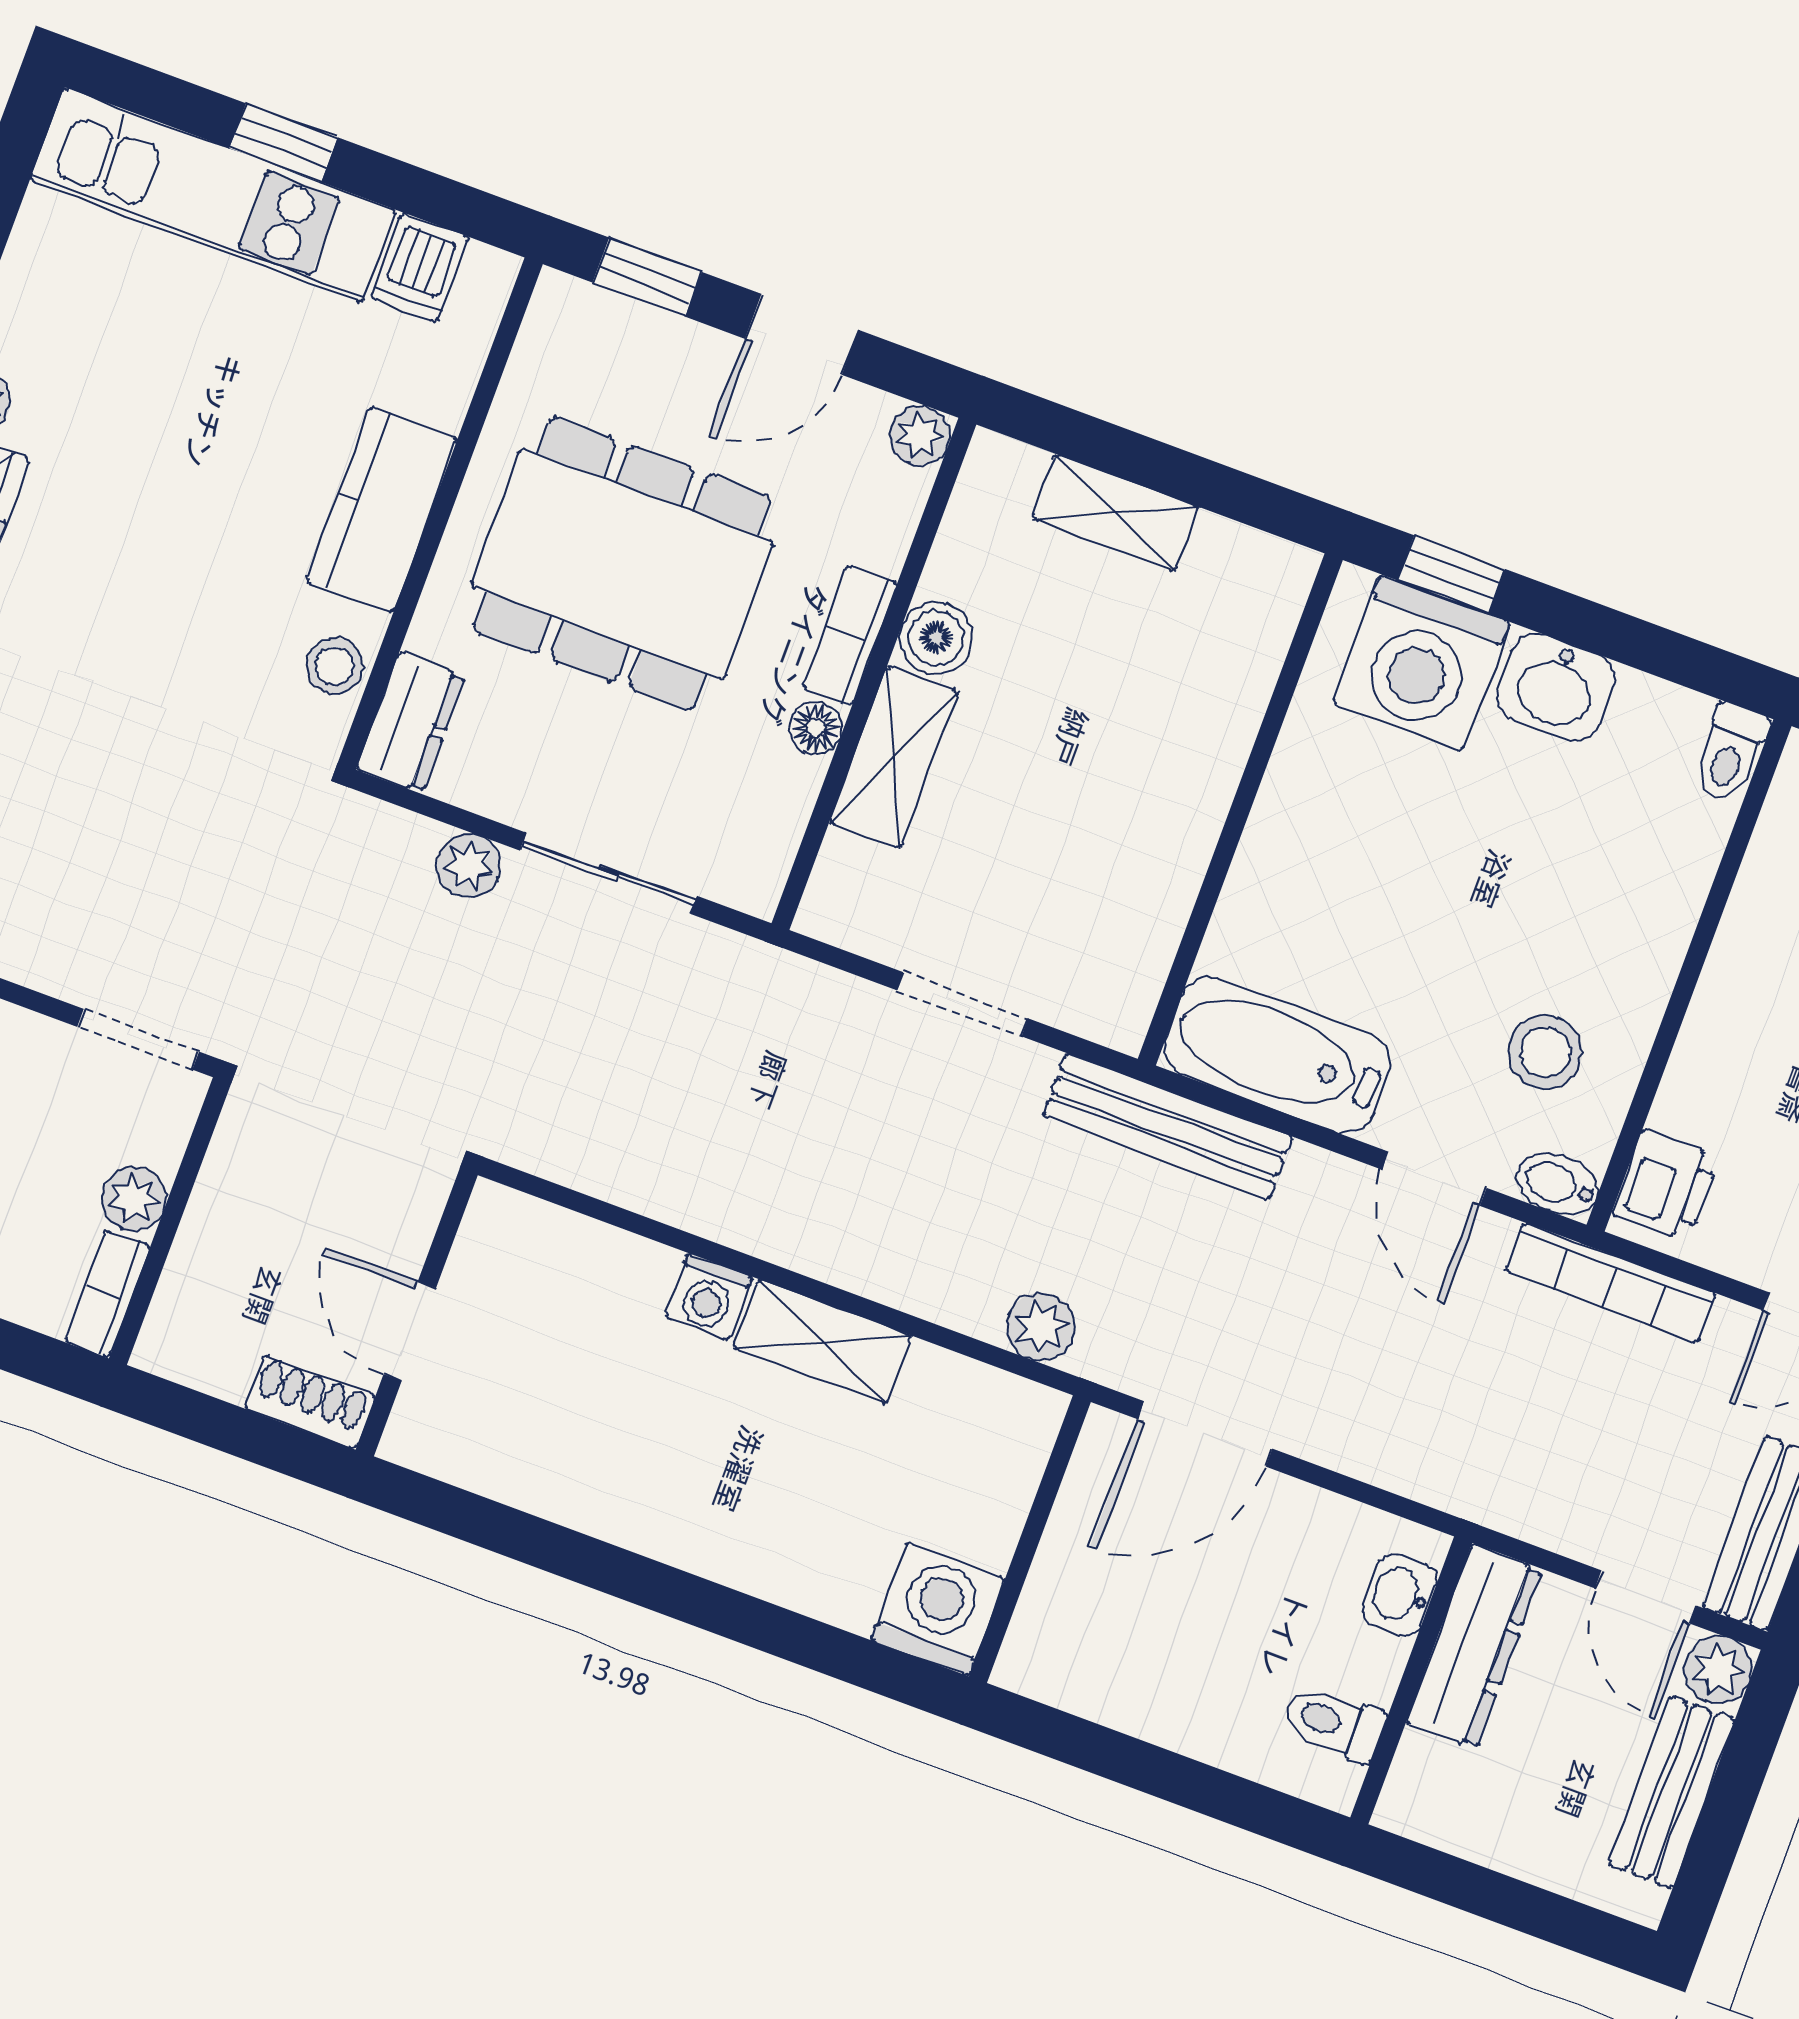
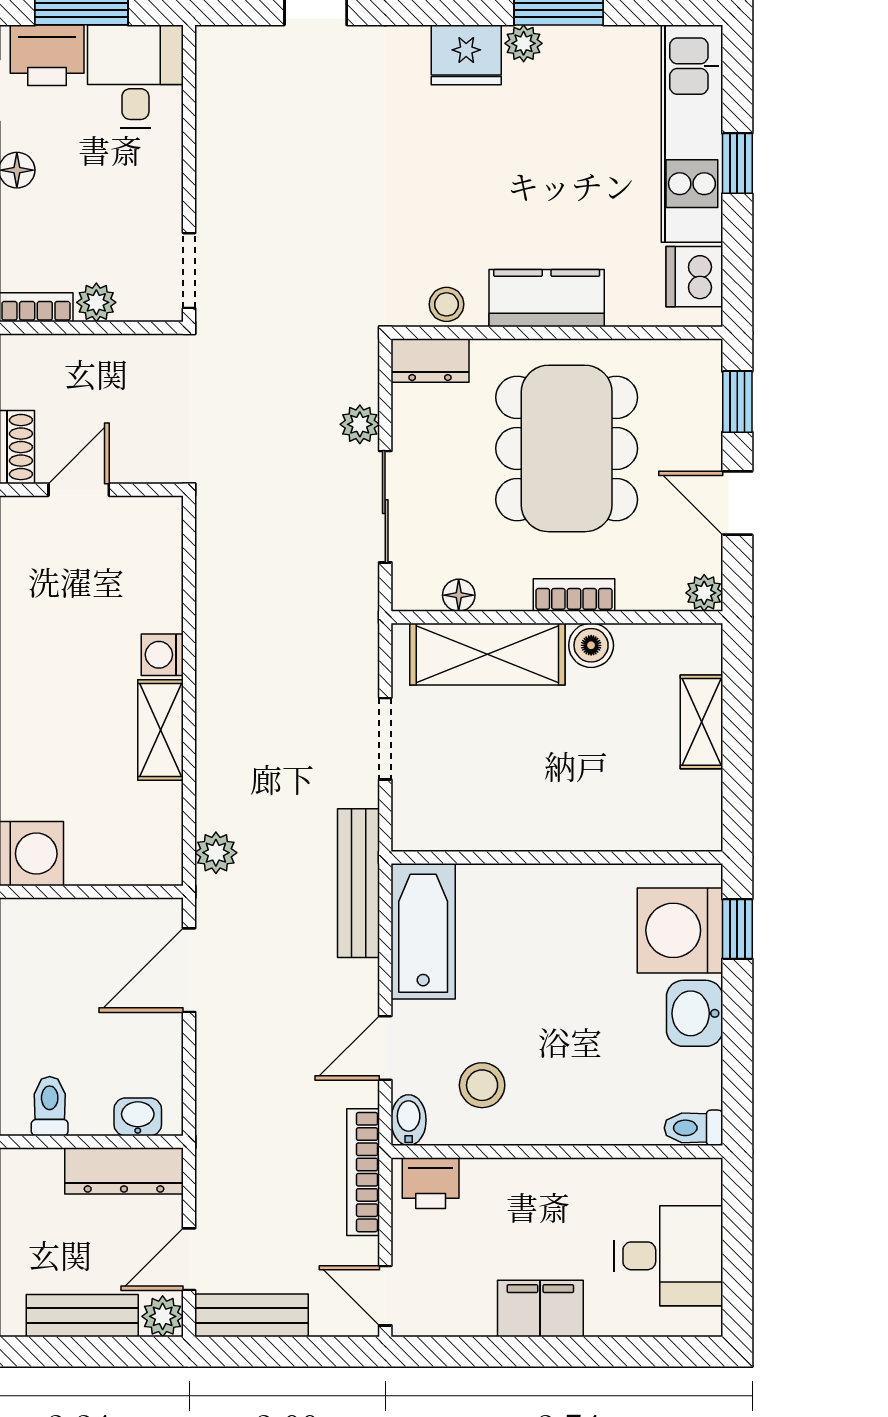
dishwasher: (419, 267) -> (694, 277), width x1.38
floor lamp: (816, 728) -> (459, 595), moved
shelving: (894, 757) -> (487, 654), width x1.50, depth x1.33
door: (1205, 1434) -> (189, 970), hinge flipped

